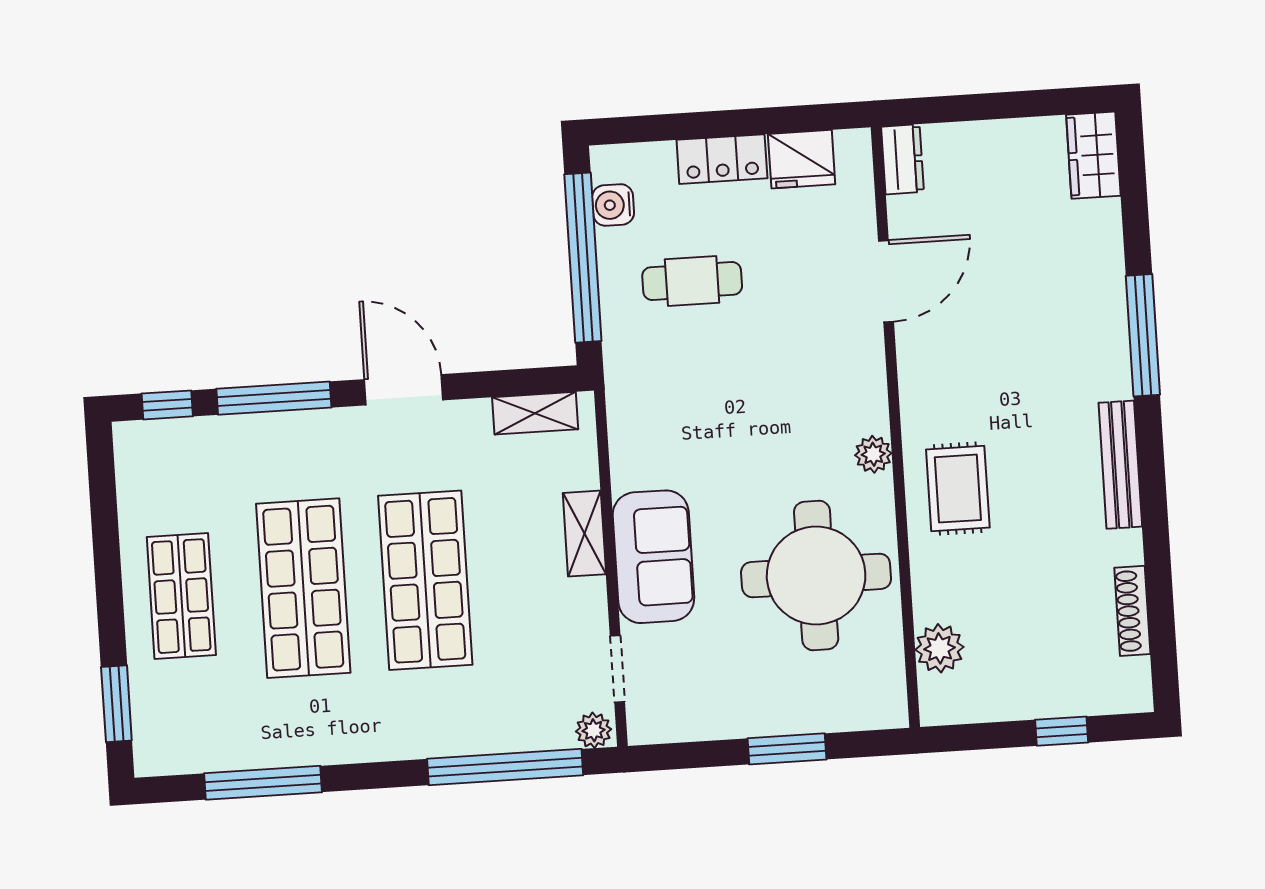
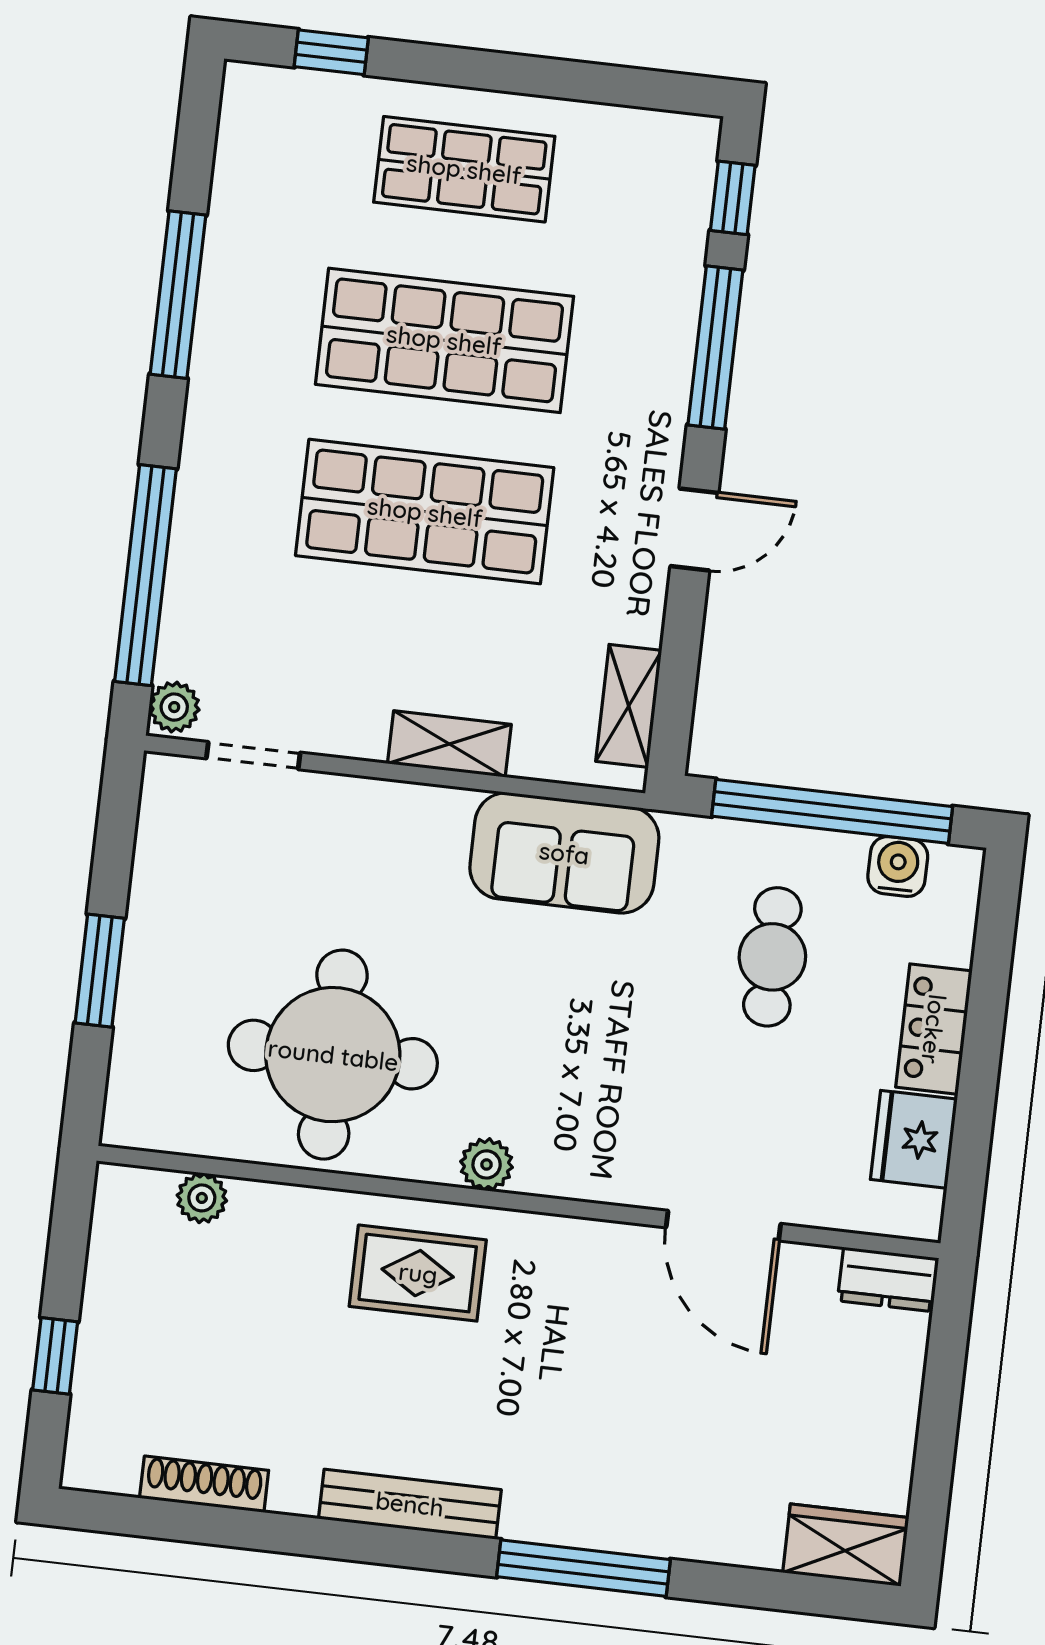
door: (404, 390) -> (694, 530), width x0.73
sofa: (653, 557) -> (564, 853), moved
plant: (939, 648) -> (202, 1198), width x0.73, depth x0.73
window: (116, 704) -> (331, 52), width x0.67
window: (263, 783) -> (178, 295), moved

